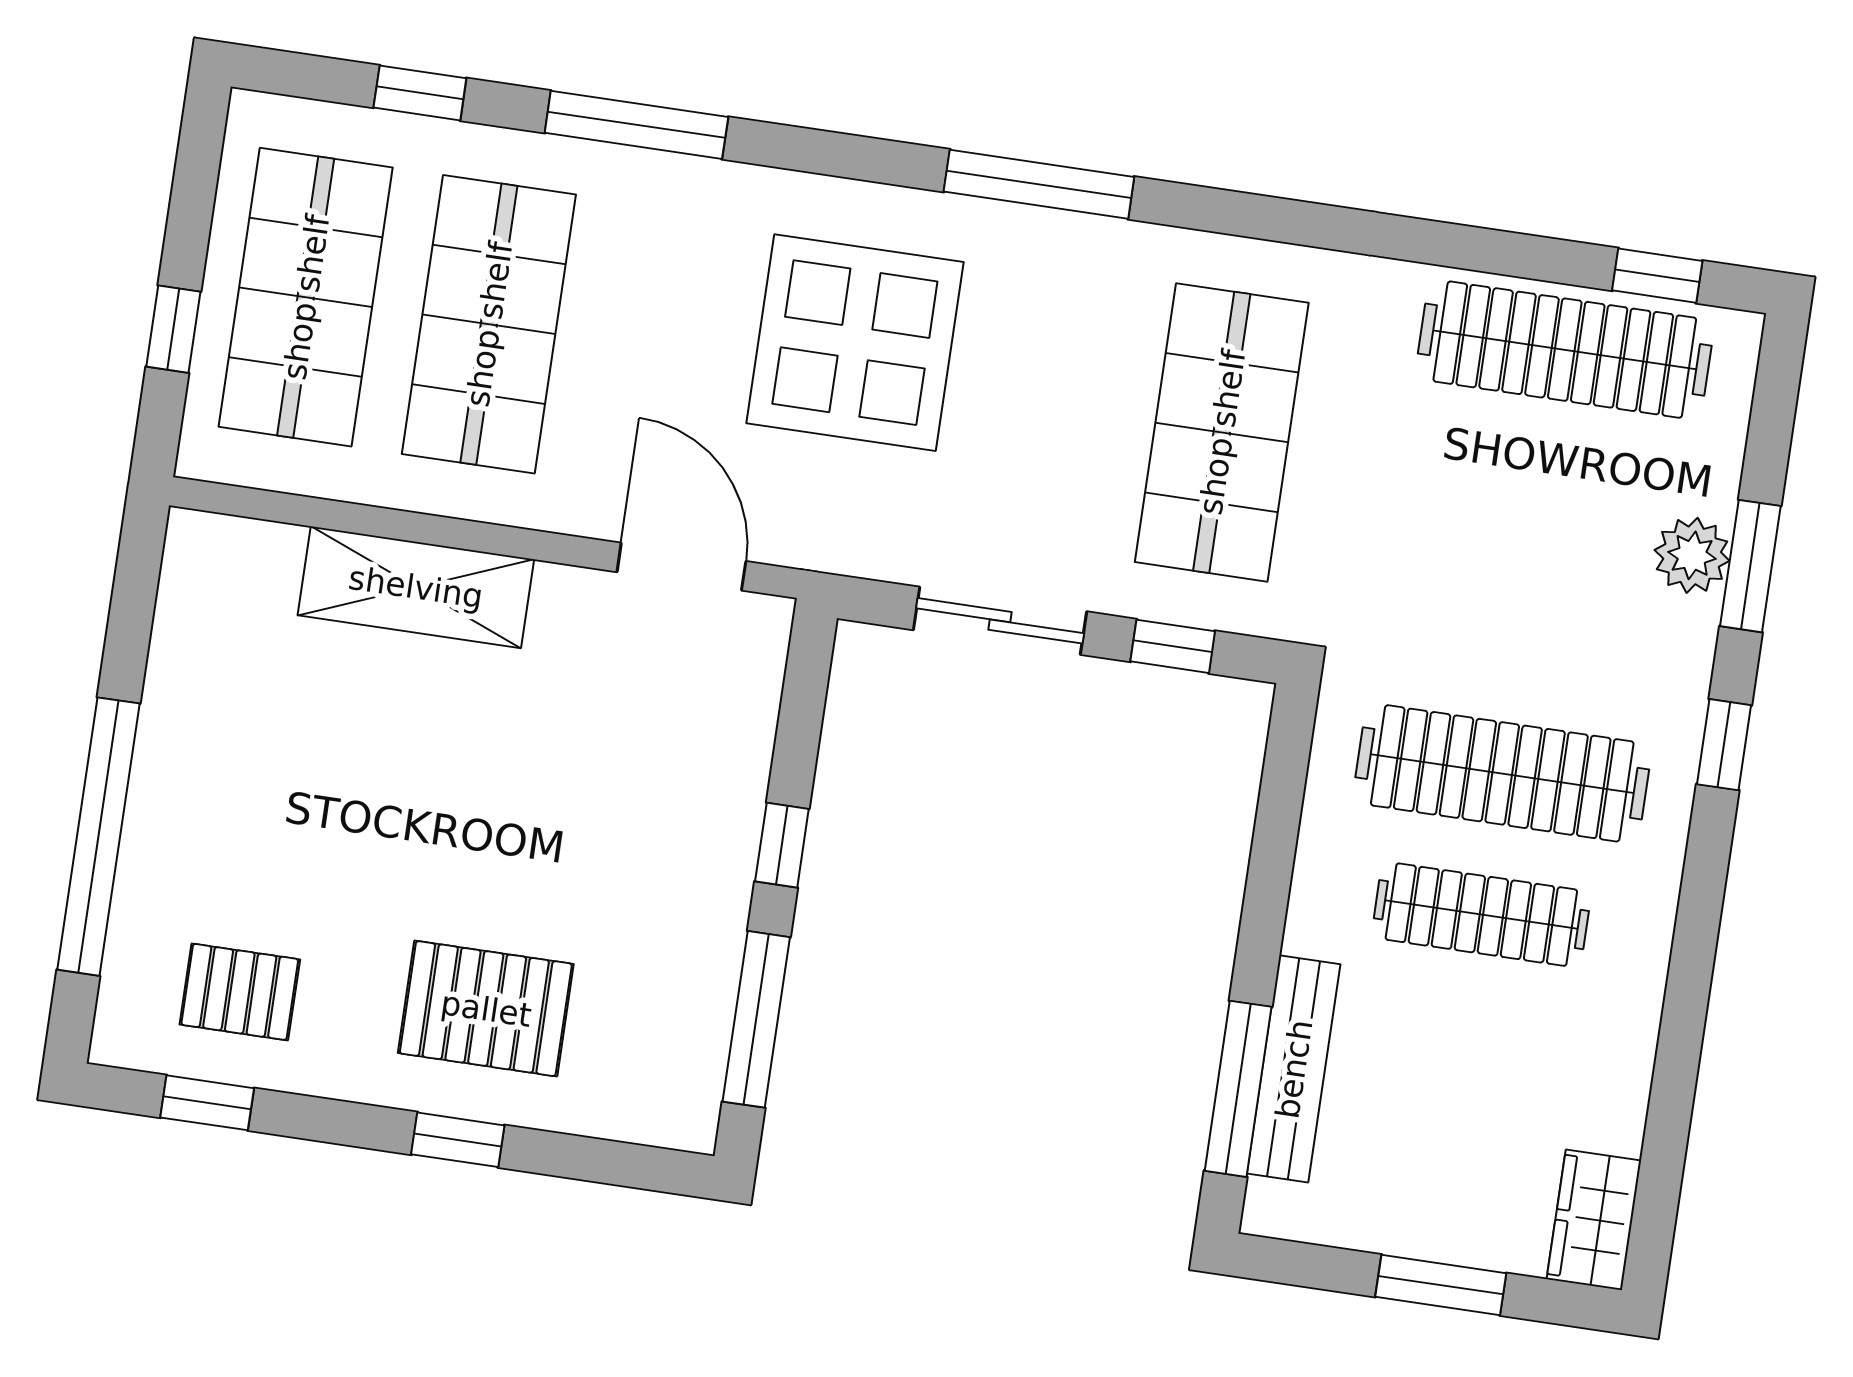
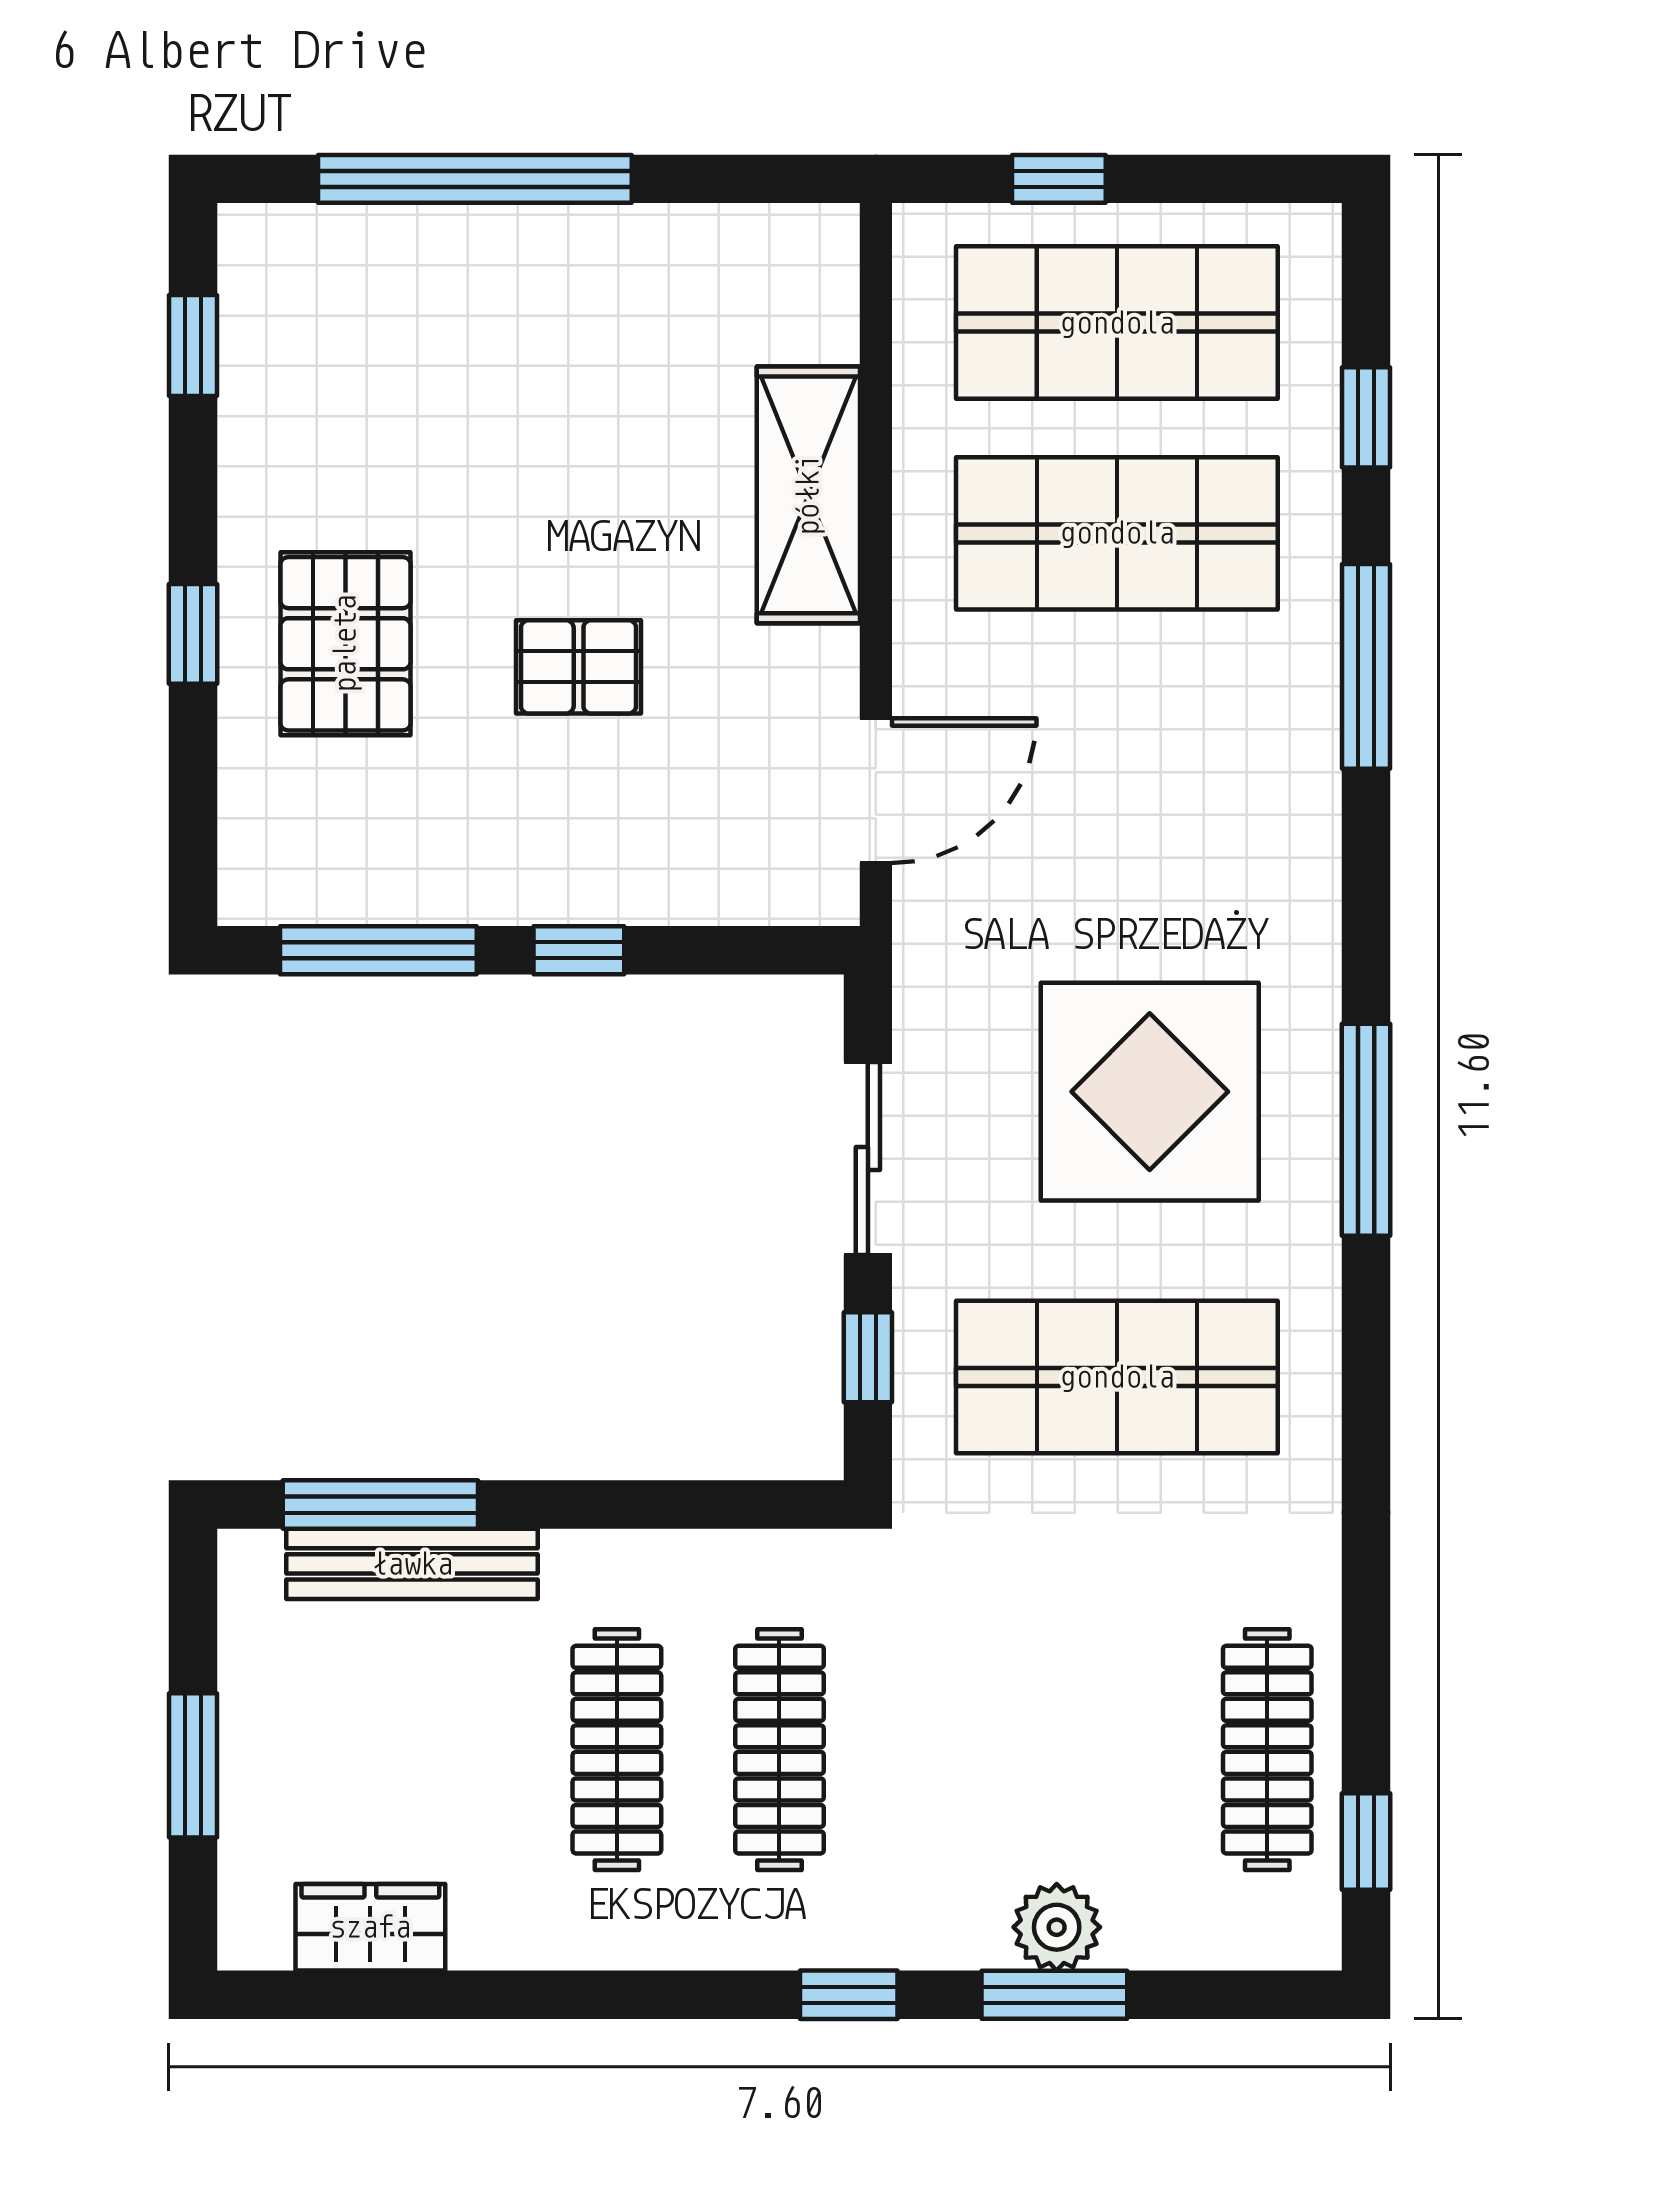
display table: (855, 343) -> (1150, 1092), moved
clothes rail: (1565, 350) -> (1267, 1750), width x0.73, depth x0.76
clothes rail: (1502, 773) -> (779, 1750), width x0.73, depth x0.76
pallet: (240, 992) -> (579, 667), moved, turned 90
wardrobe: (1594, 1220) -> (370, 1927), moved

